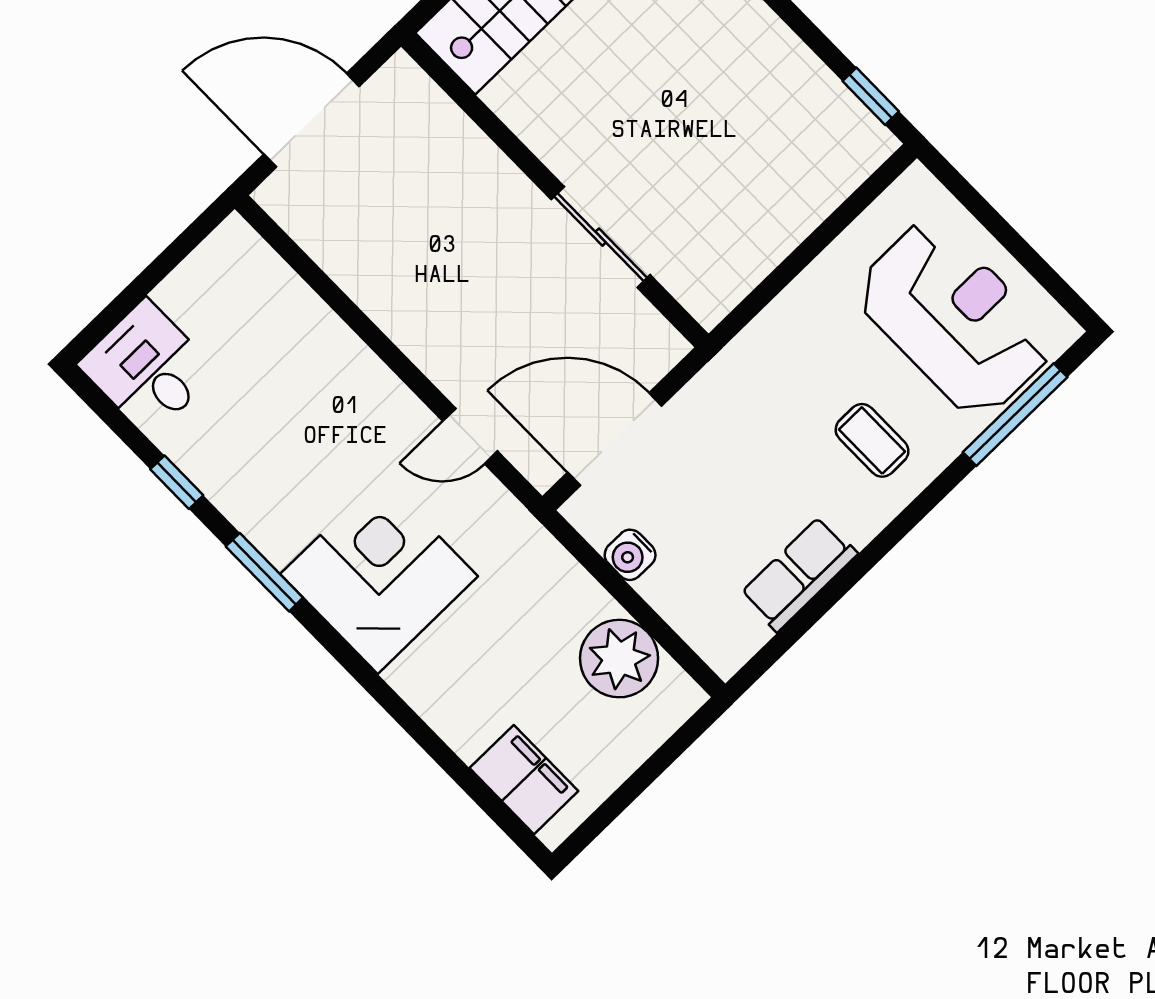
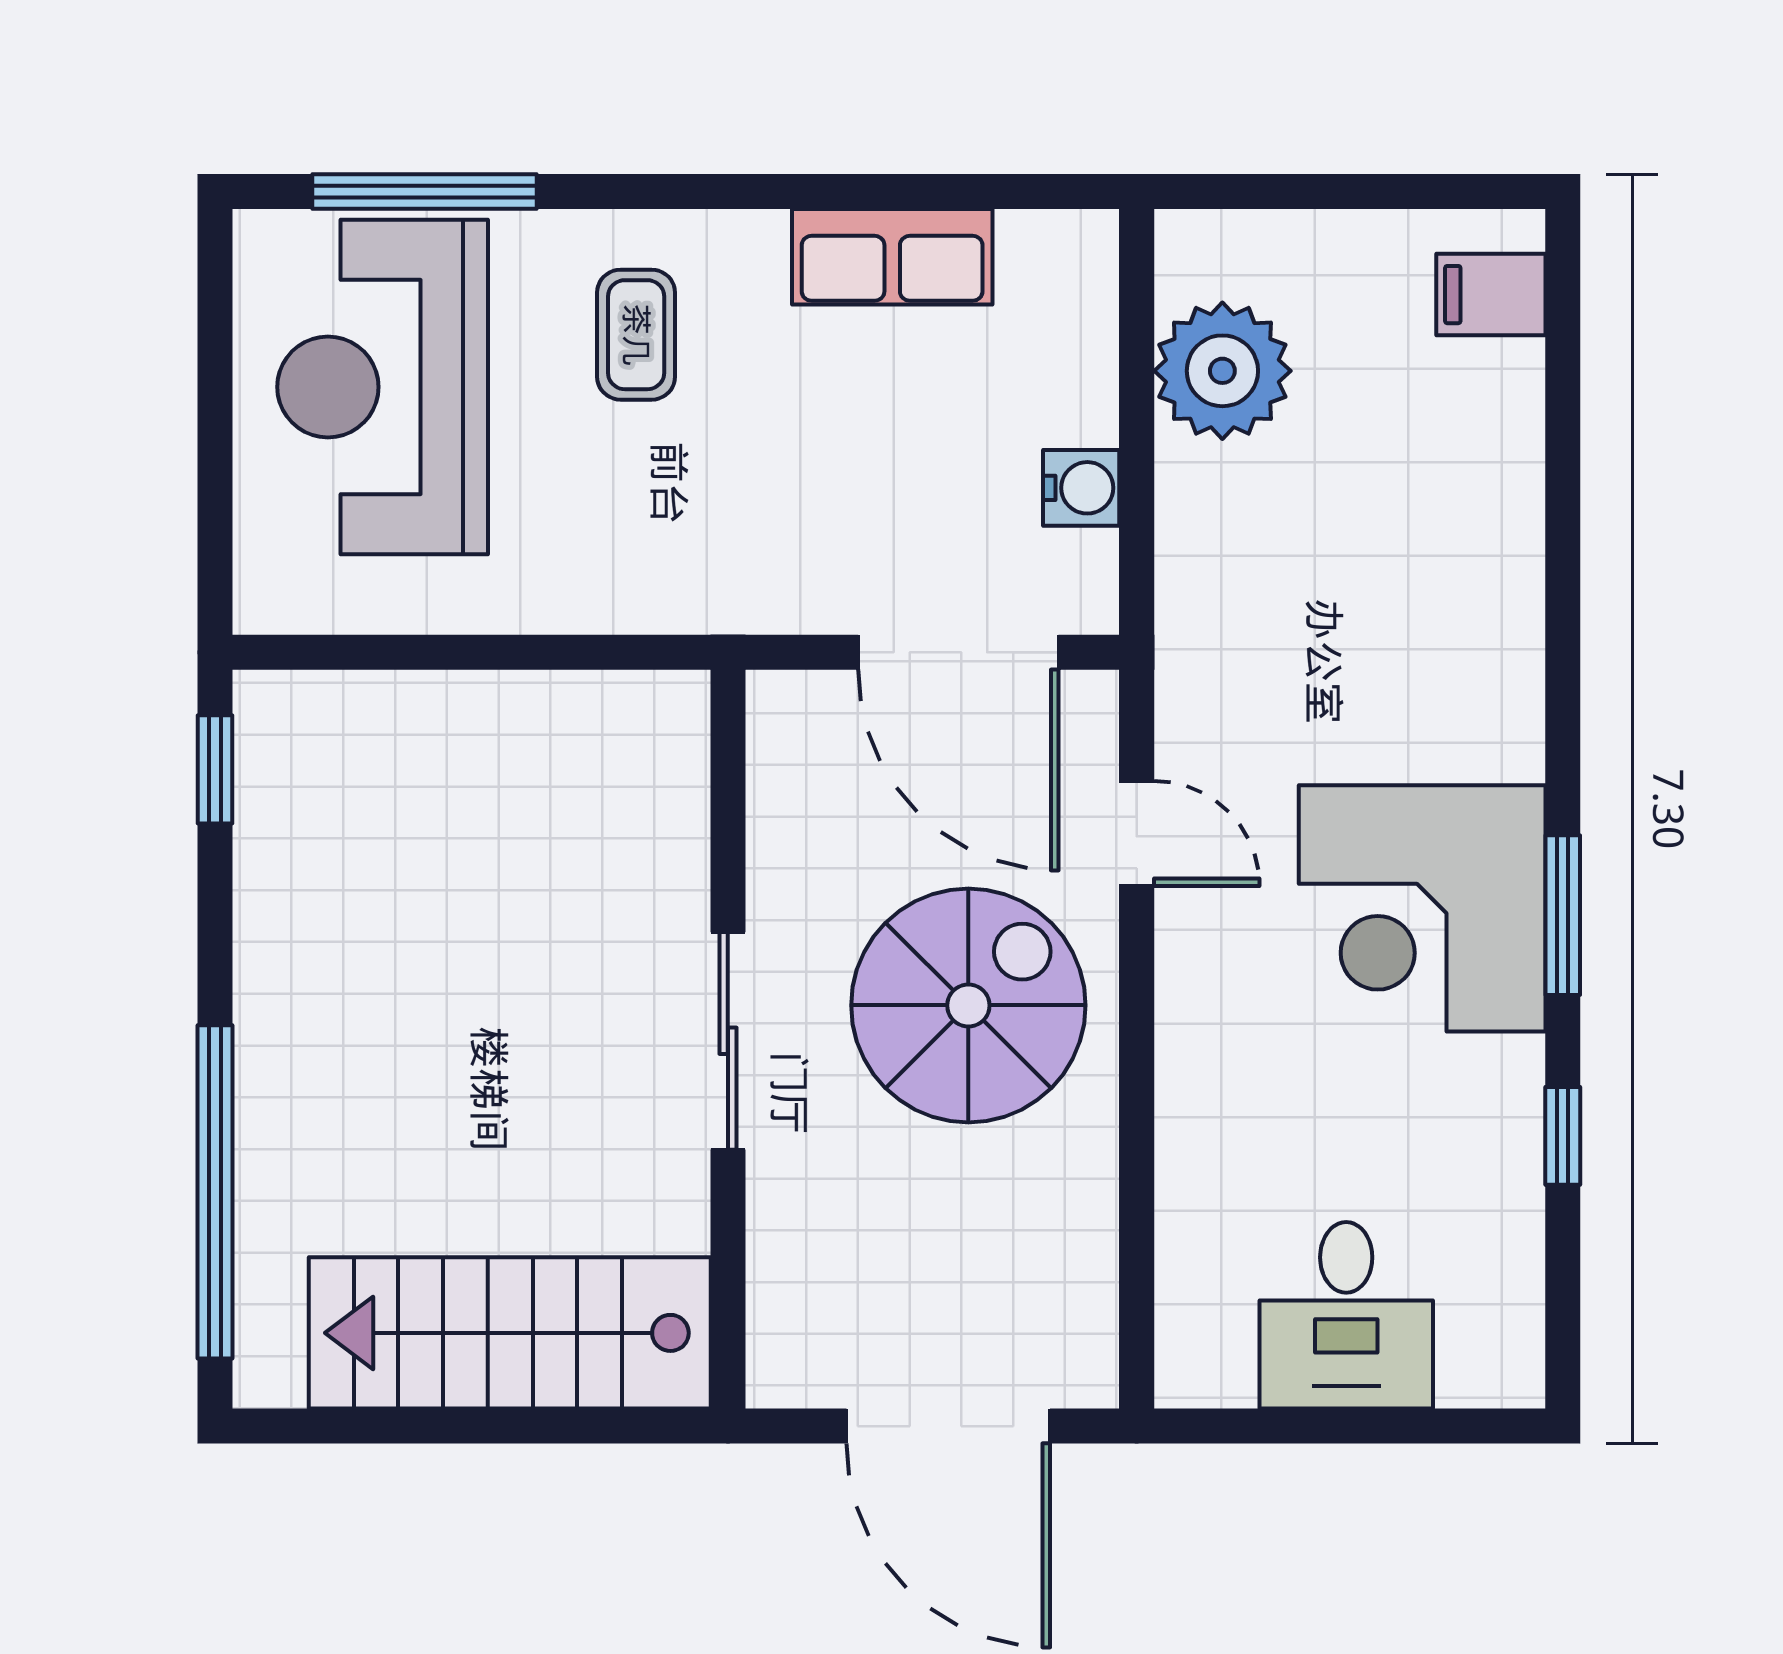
sliding door: (601, 237) -> (728, 1041), moved
spiral stairs: (470, 299) -> (968, 1005), added
desk: (148, 368) -> (1346, 1315), moved
corner desk: (379, 575) -> (1422, 908), moved
filing cabinet: (524, 780) -> (1491, 295), width x0.50

